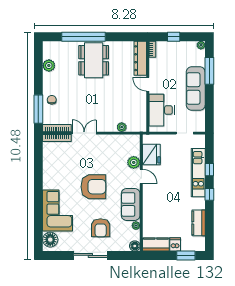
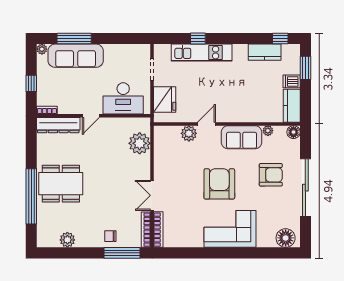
sofa: (196, 88) -> (76, 56), moved
plant: (122, 127) -> (140, 143), width x1.87, depth x1.87
fridge: (151, 154) -> (165, 99), moved, turned 90
window: (209, 194) -> (280, 39), moved
corner sofa: (58, 211) -> (230, 229), moved
sliding door: (90, 255) -> (305, 188), width x1.36

